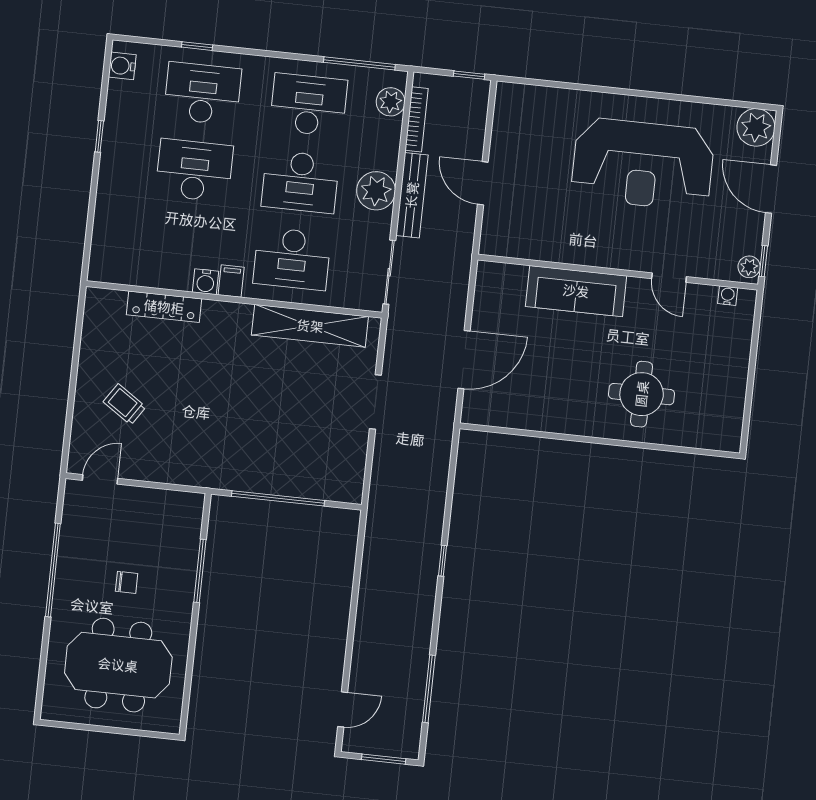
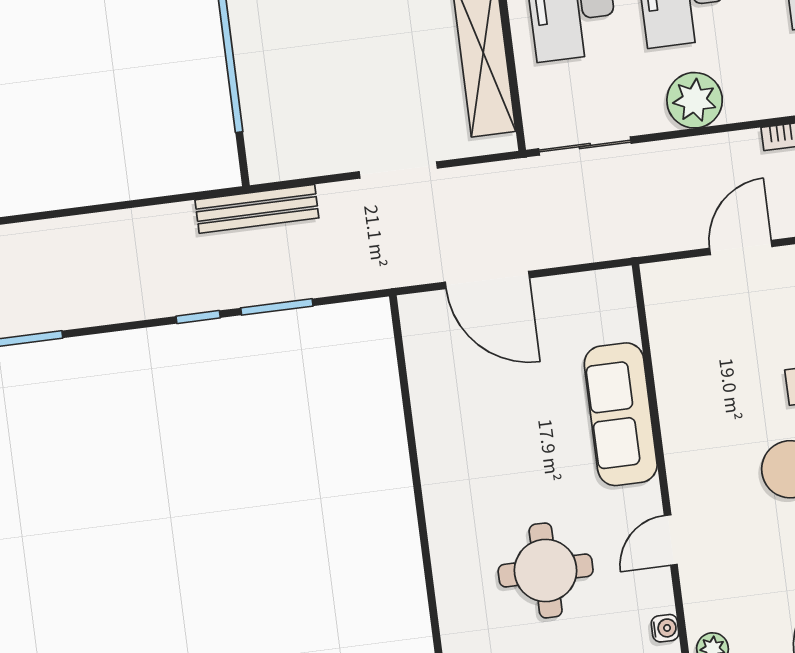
bench: (412, 195) -> (257, 209), moved
round table: (642, 394) -> (546, 570), moved
window: (448, 506) -> (277, 307), added

